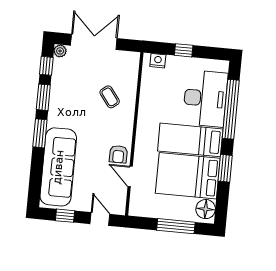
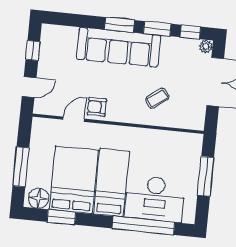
window: (184, 50) -> (206, 176), width x2.17
nightstand: (158, 61) -> (195, 149), removed
sofa: (58, 167) -> (118, 47), moved
window: (225, 168) -> (61, 217), moved

